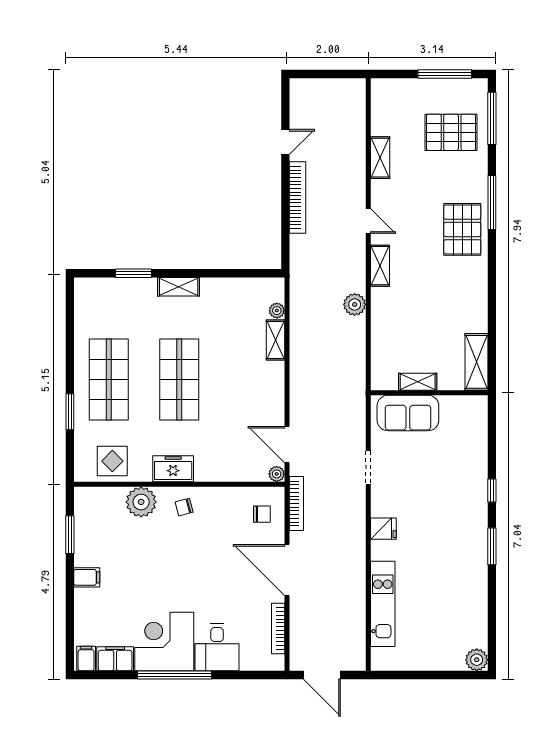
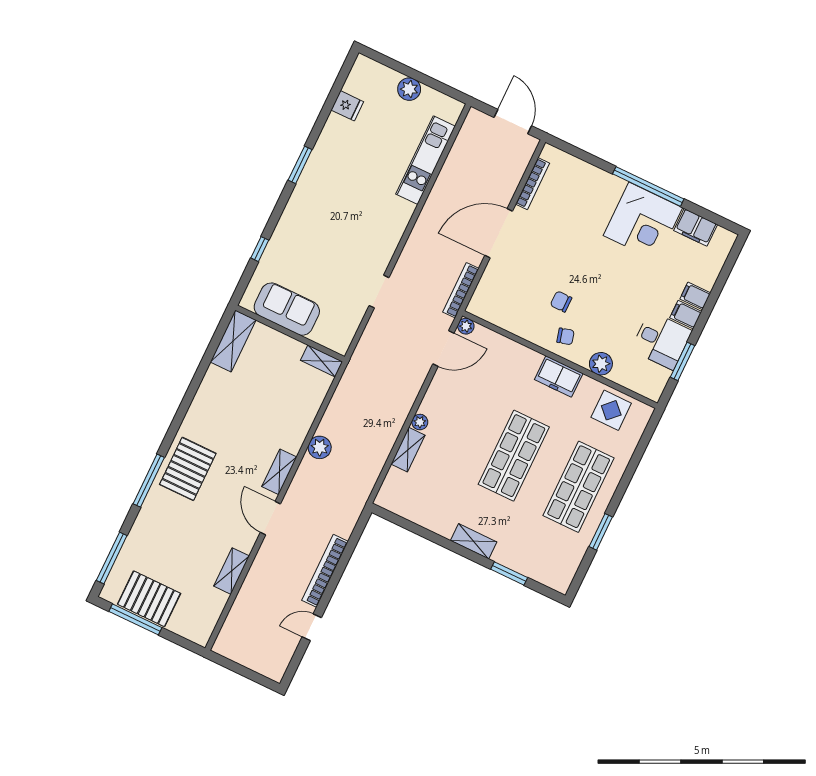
pallet: (451, 132) -> (149, 599), moved
door: (368, 221) -> (270, 518), width x1.38
plant: (277, 311) -> (420, 422), moved
shelving: (418, 382) -> (321, 361), moved
window: (70, 412) -> (601, 532), moved
sofa: (408, 413) -> (287, 309), moved
door: (287, 445) -> (443, 349), hinge flipped
window: (492, 491) -> (260, 249), moved
plant: (141, 502) -> (601, 364), width x0.73, depth x0.73
chair: (262, 514) -> (561, 302), moved
fridge: (383, 529) -> (347, 106), moved, turned 180
door: (287, 570) -> (499, 233), swing flipped
desk: (217, 647) -> (661, 340), moved, turned 90
filing cabinet: (86, 658) -> (695, 296), moved, turned 90
plant: (477, 660) -> (409, 89), moved

